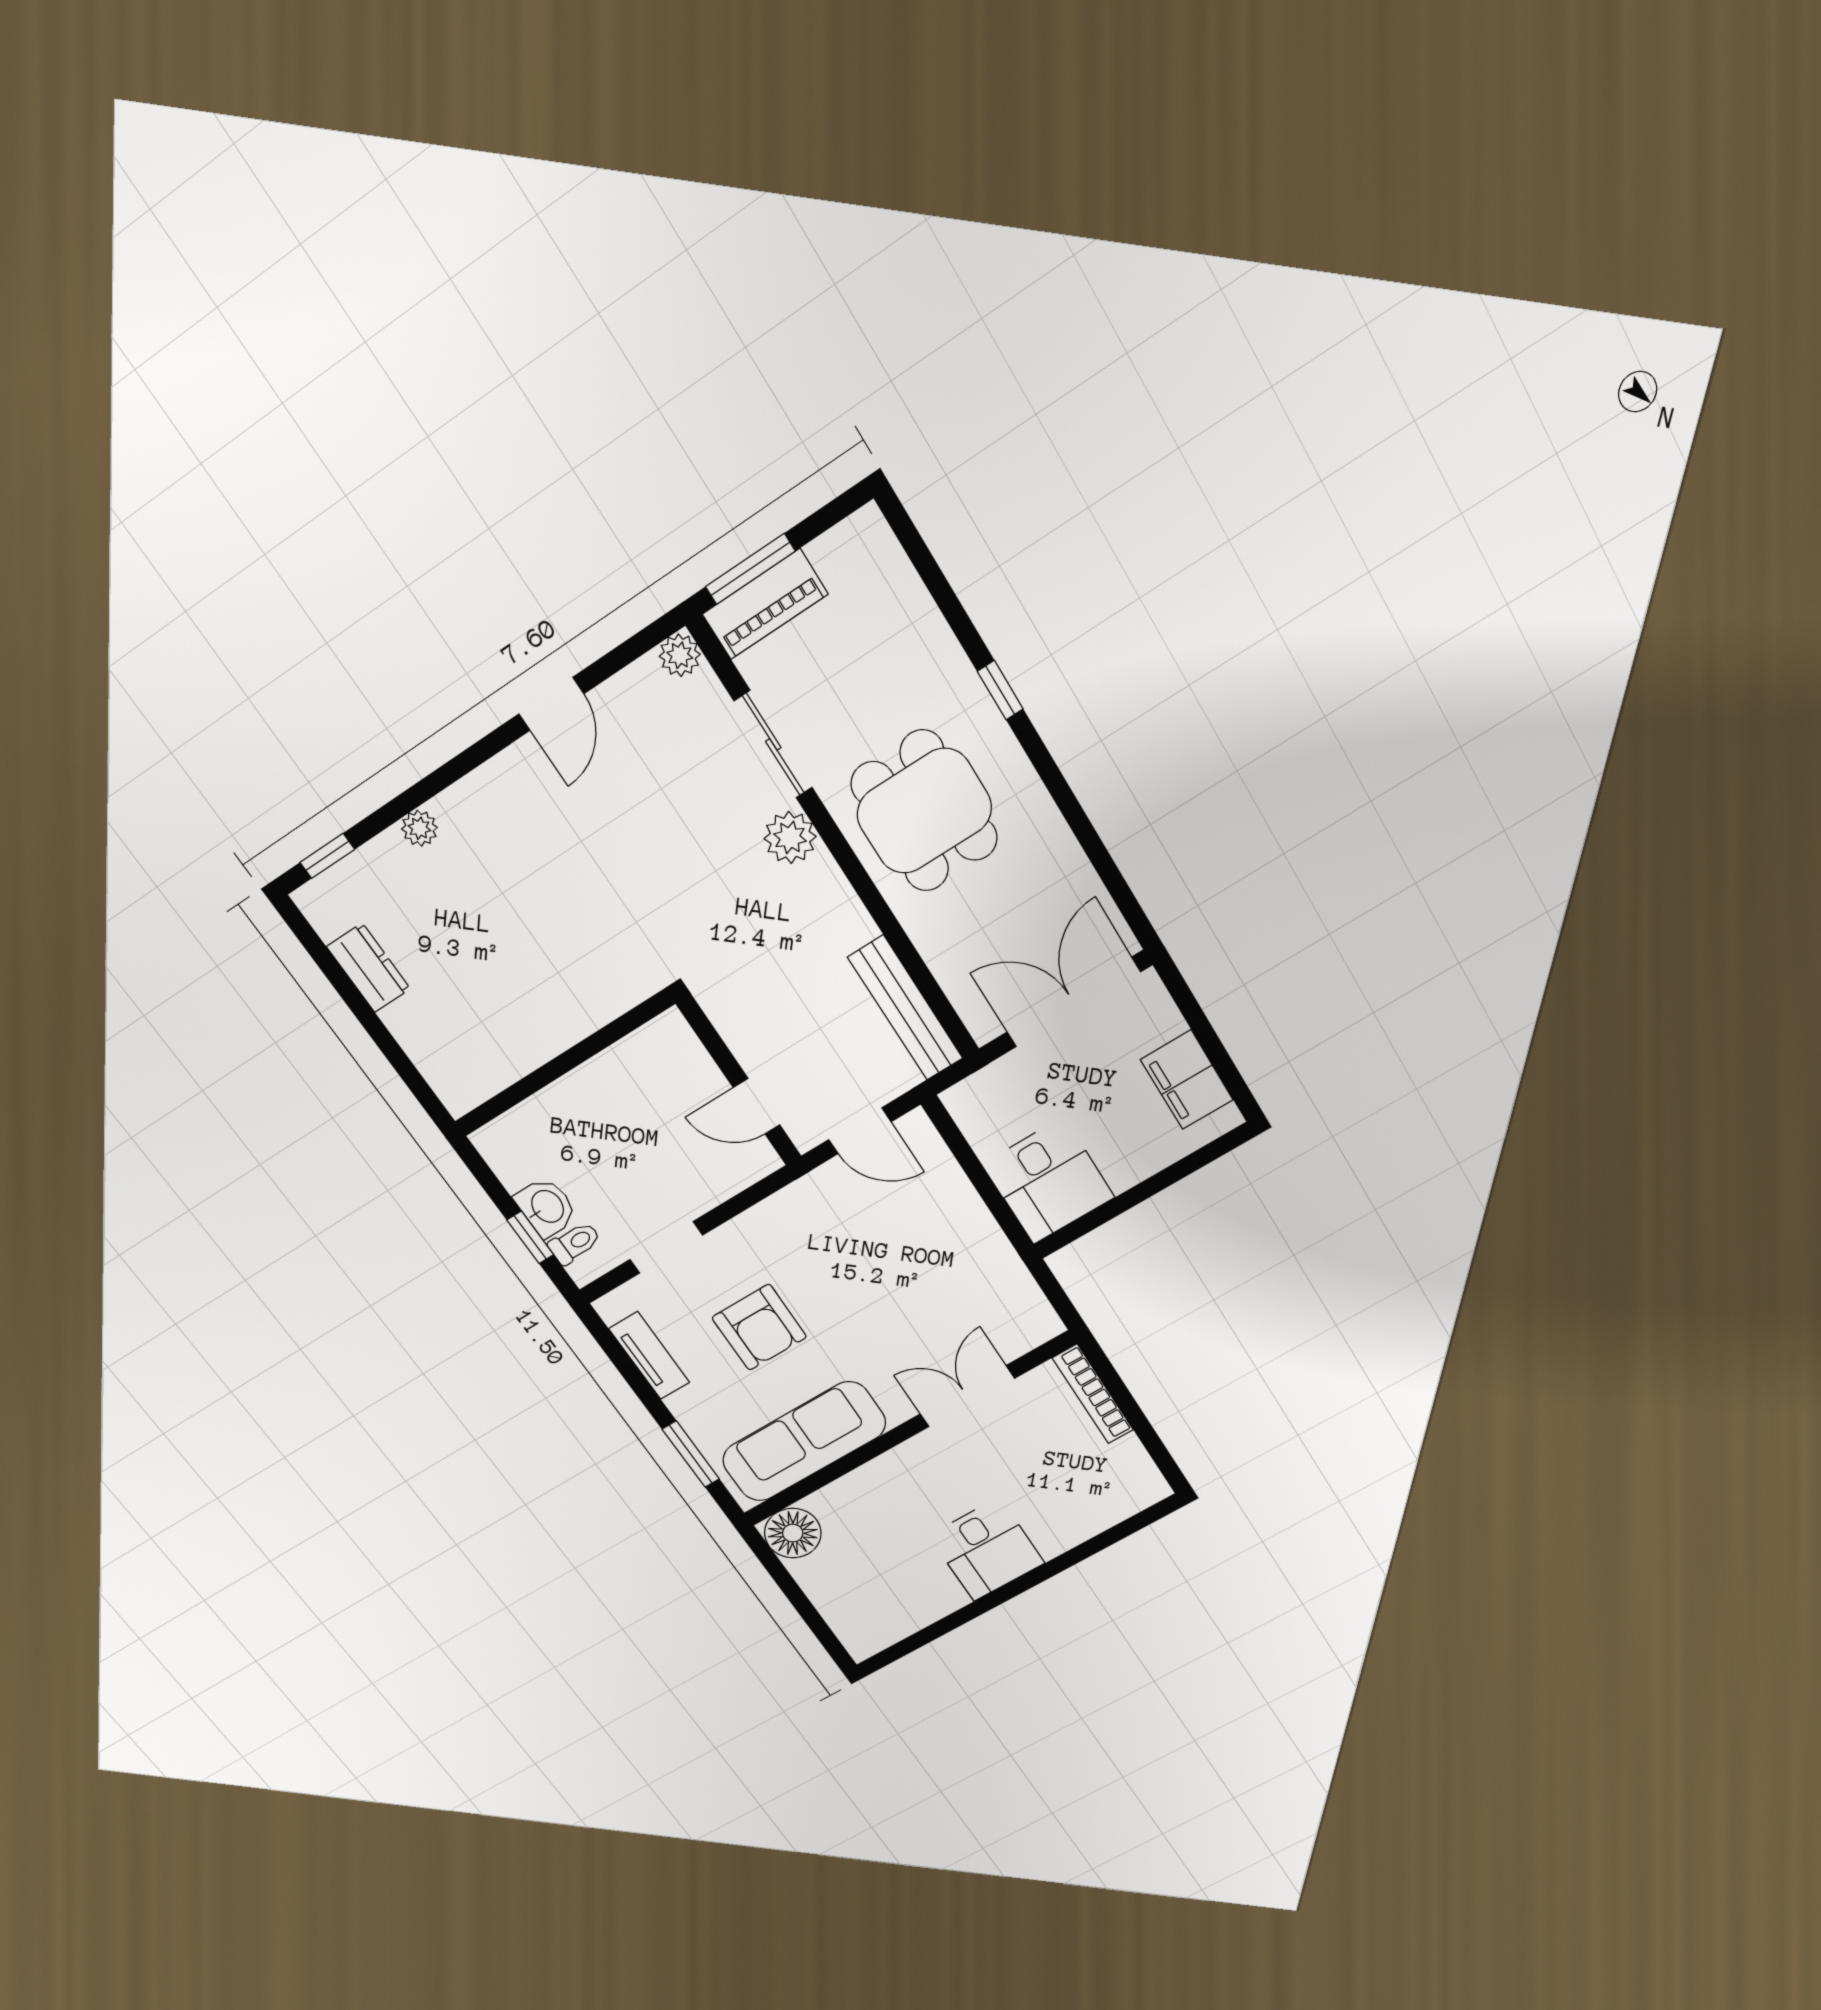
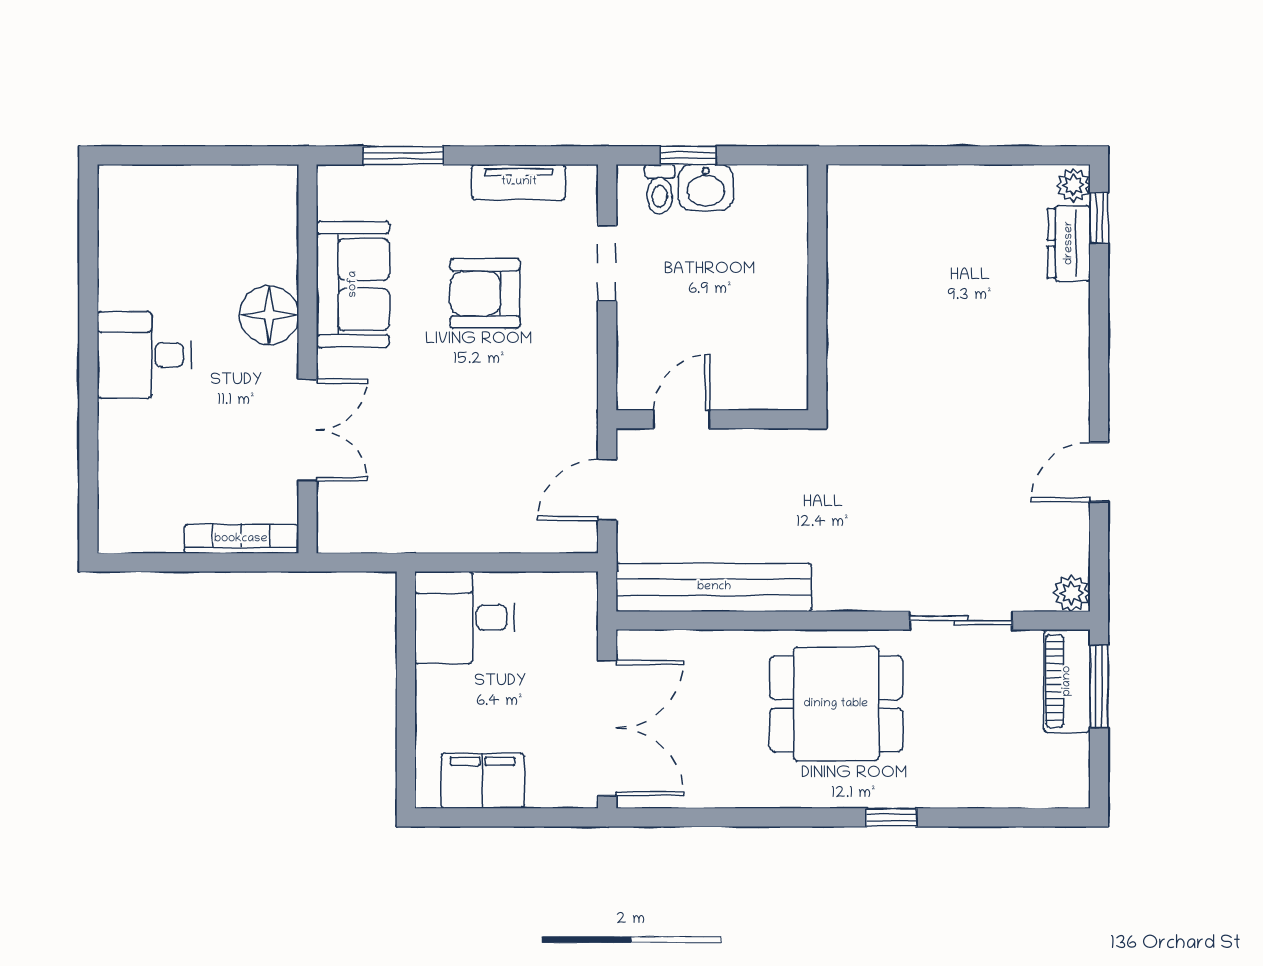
door: (551, 704) -> (1099, 472), hinge flipped
plant: (419, 828) -> (1073, 185), moved
plant: (790, 838) -> (882, 587), removed
dresser: (368, 968) -> (1069, 243), moved, turned 90
bench: (905, 1008) -> (714, 587), width x1.37, depth x1.21
sofa: (804, 1442) -> (353, 284), width x0.73
floor lamp: (793, 1533) -> (269, 315), moved

